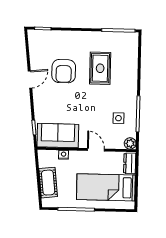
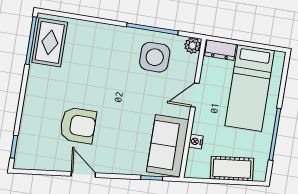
rug: (100, 68) -> (50, 42), moved, turned 90
side table: (118, 118) -> (155, 57), width x1.87, depth x1.87

